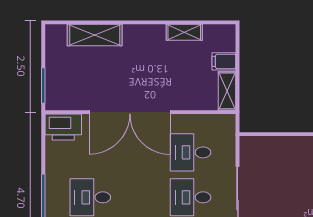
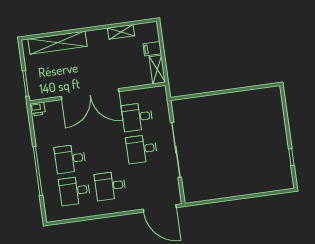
shelving: (95, 35) -> (57, 43), width x1.47
printer: (63, 127) -> (38, 109), width x0.53, depth x0.68

